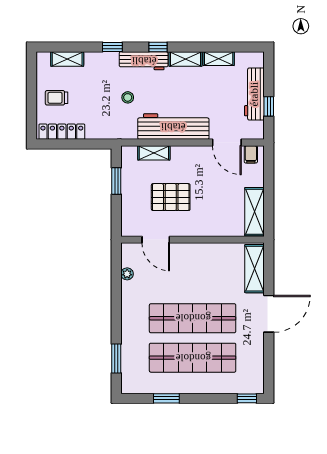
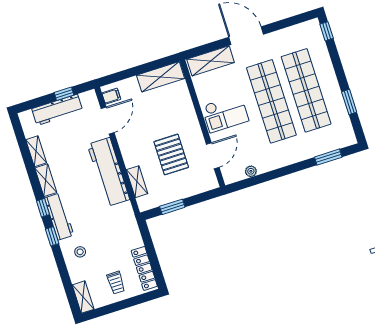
window: (112, 47) -> (52, 236), moved
shelving: (67, 59) -> (83, 297), moved
stool: (128, 97) -> (80, 252), moved
checkout: (195, 266) -> (225, 113), added

